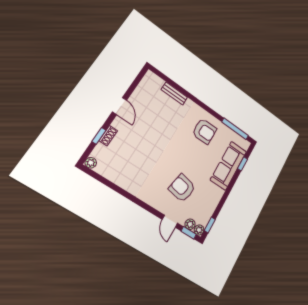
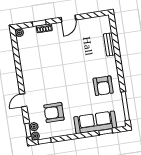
armchair: (182, 188) -> (54, 113), moved, turned -101
door: (170, 221) -> (23, 100), moved

